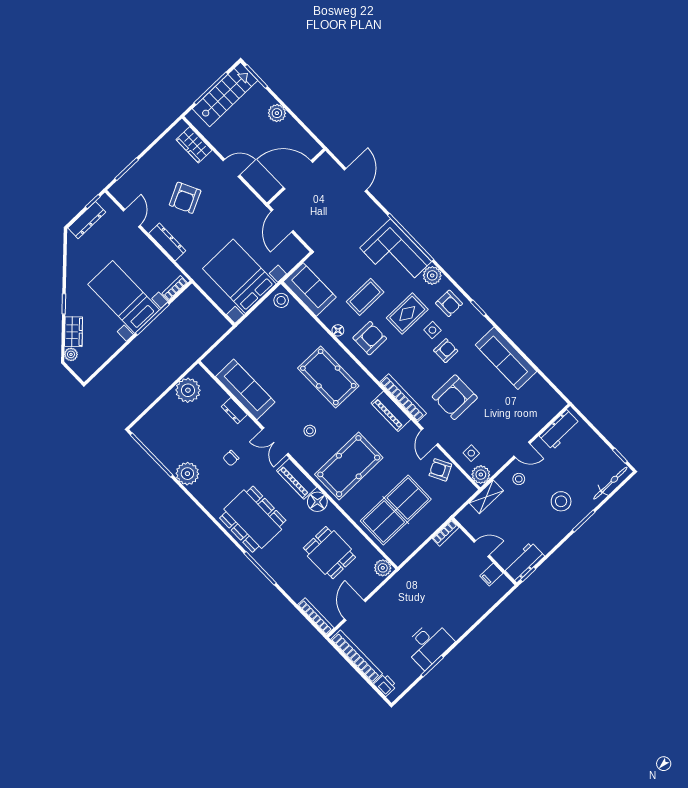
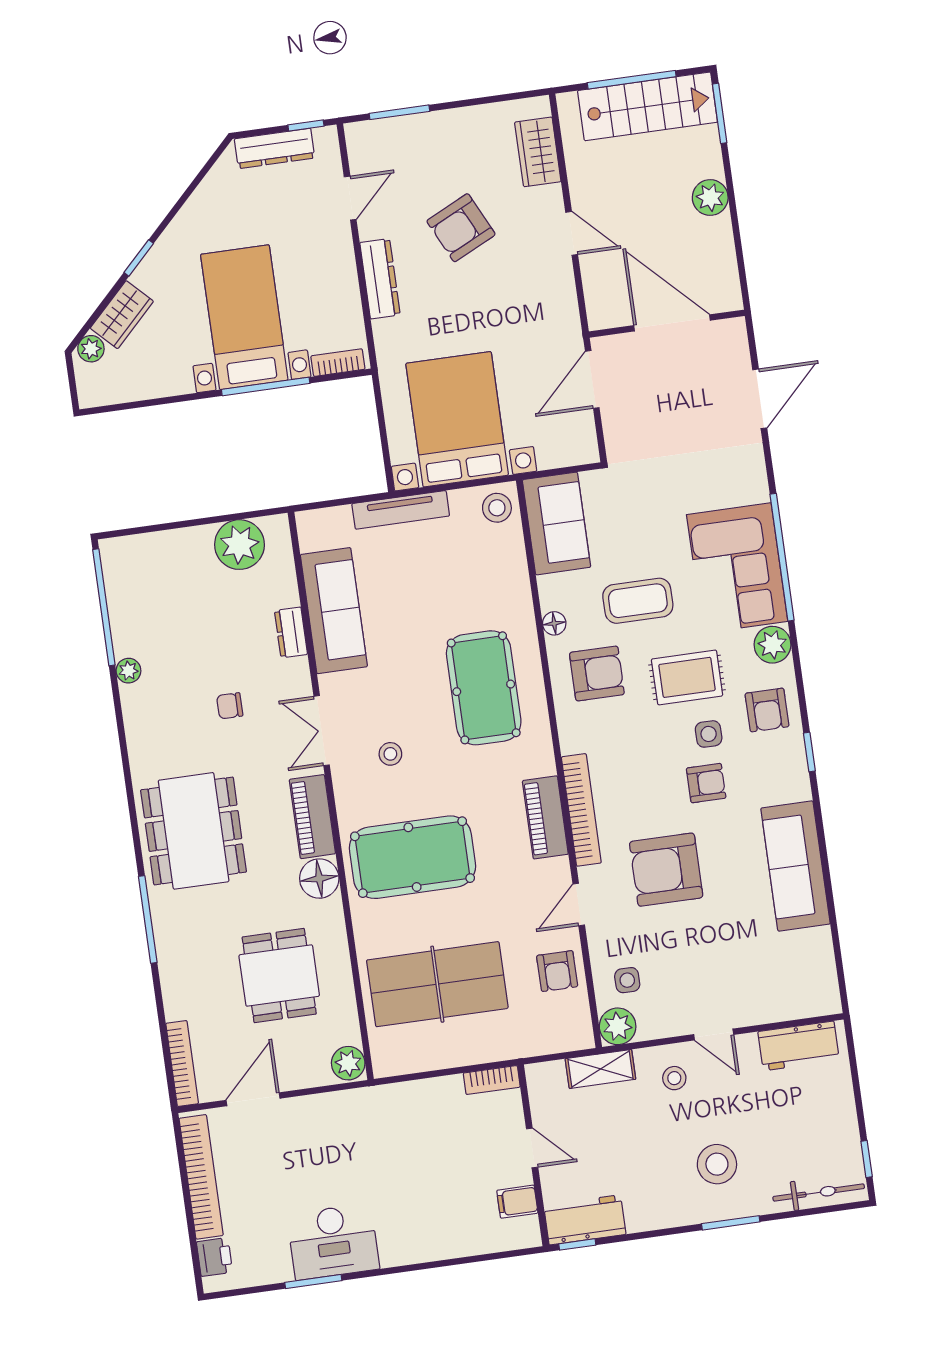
tv unit: (243, 329) -> (401, 510), added
armchair: (440, 470) -> (557, 971), turned -152
plant: (187, 474) -> (128, 671), width x0.53, depth x0.53

